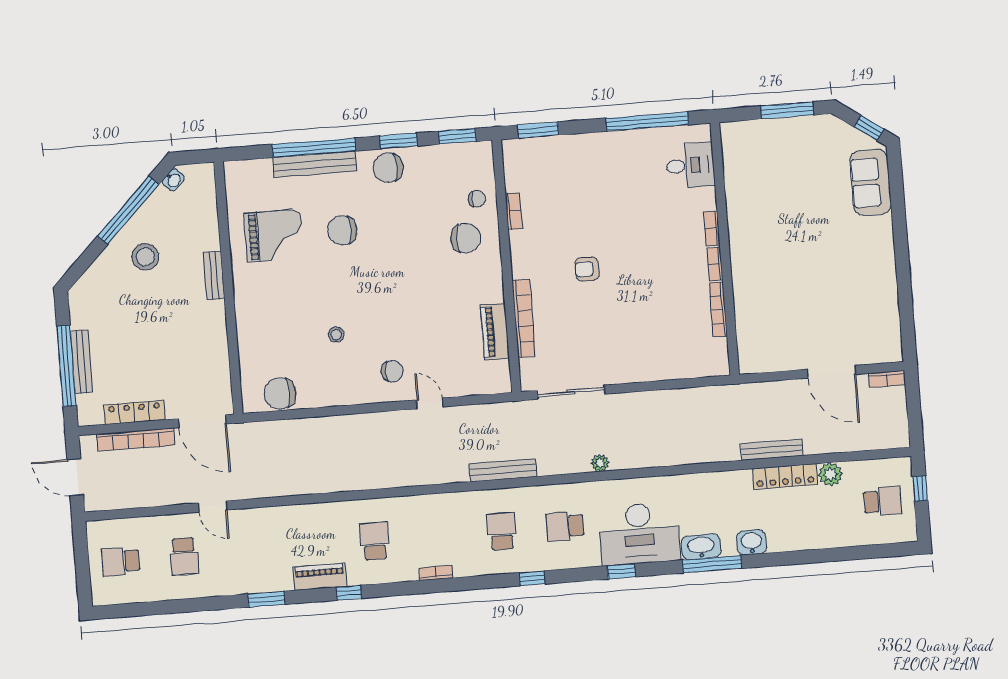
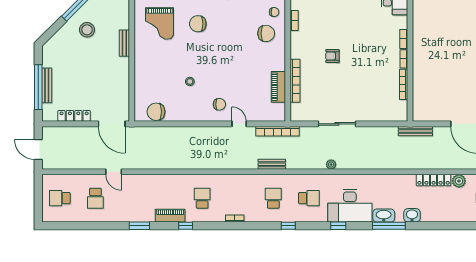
grand piano: (274, 236) -> (160, 24), turned 90
sliding door: (571, 392) -> (337, 124), moved
bookcase: (136, 440) -> (278, 131), moved
bench: (772, 450) -> (415, 131), moved
bench: (503, 470) -> (272, 164), width x0.73
school desk: (565, 526) -> (309, 198), turned 180

